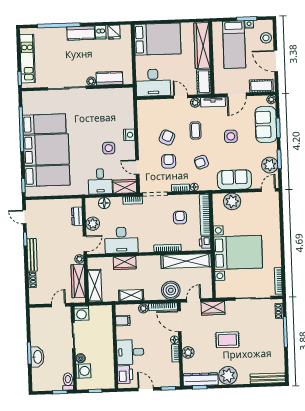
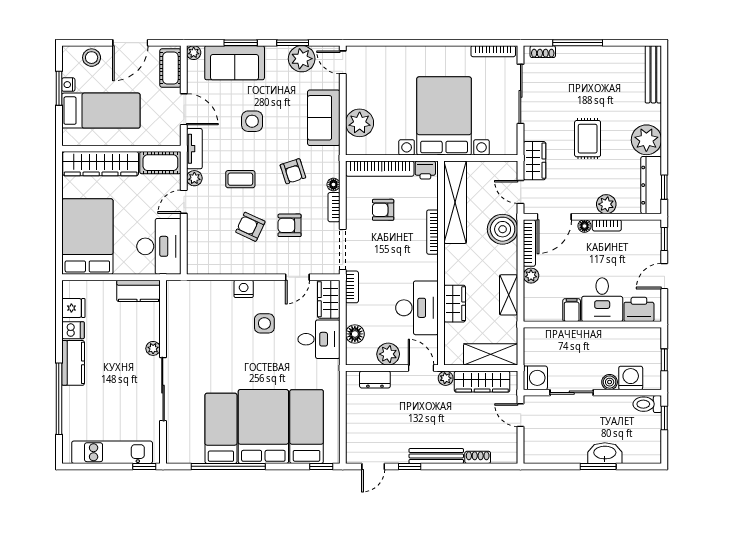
kitchen counter: (109, 78) -> (139, 291), moved, turned -90
filing cabinet: (123, 321) -> (572, 310), moved

